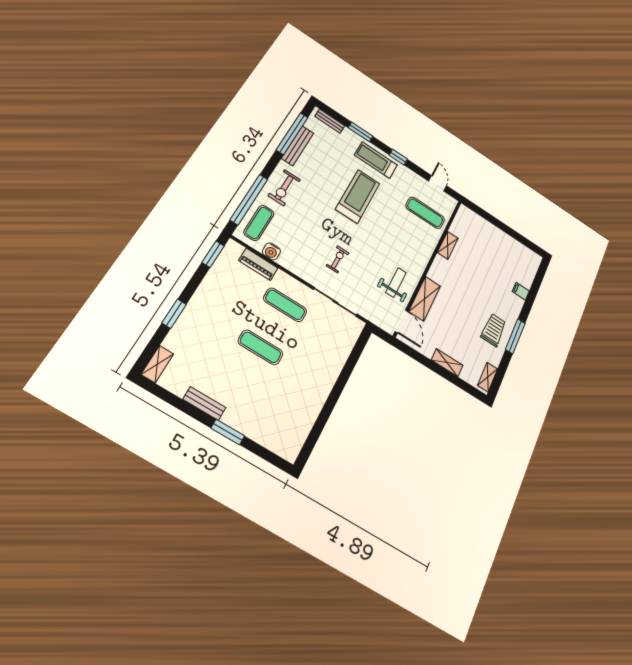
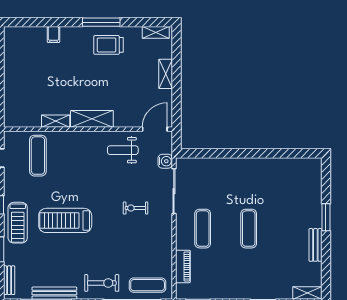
water cooler: (271, 251) -> (165, 161), moved
shelving: (425, 299) -> (92, 119), moved

